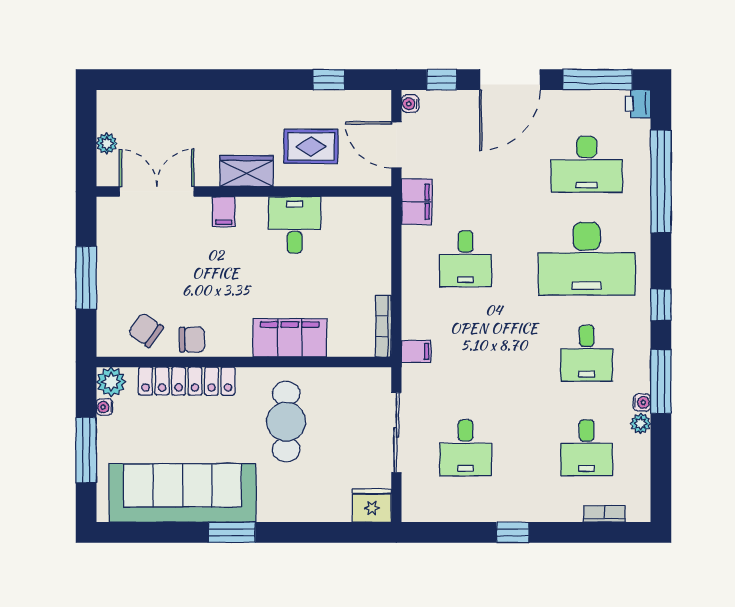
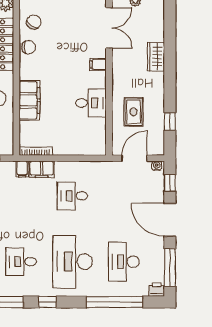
wardrobe: (247, 171) -> (156, 57), moved, turned 180
filing cabinet: (417, 202) -> (42, 169), moved
chair: (192, 340) -> (29, 47), turned -90

